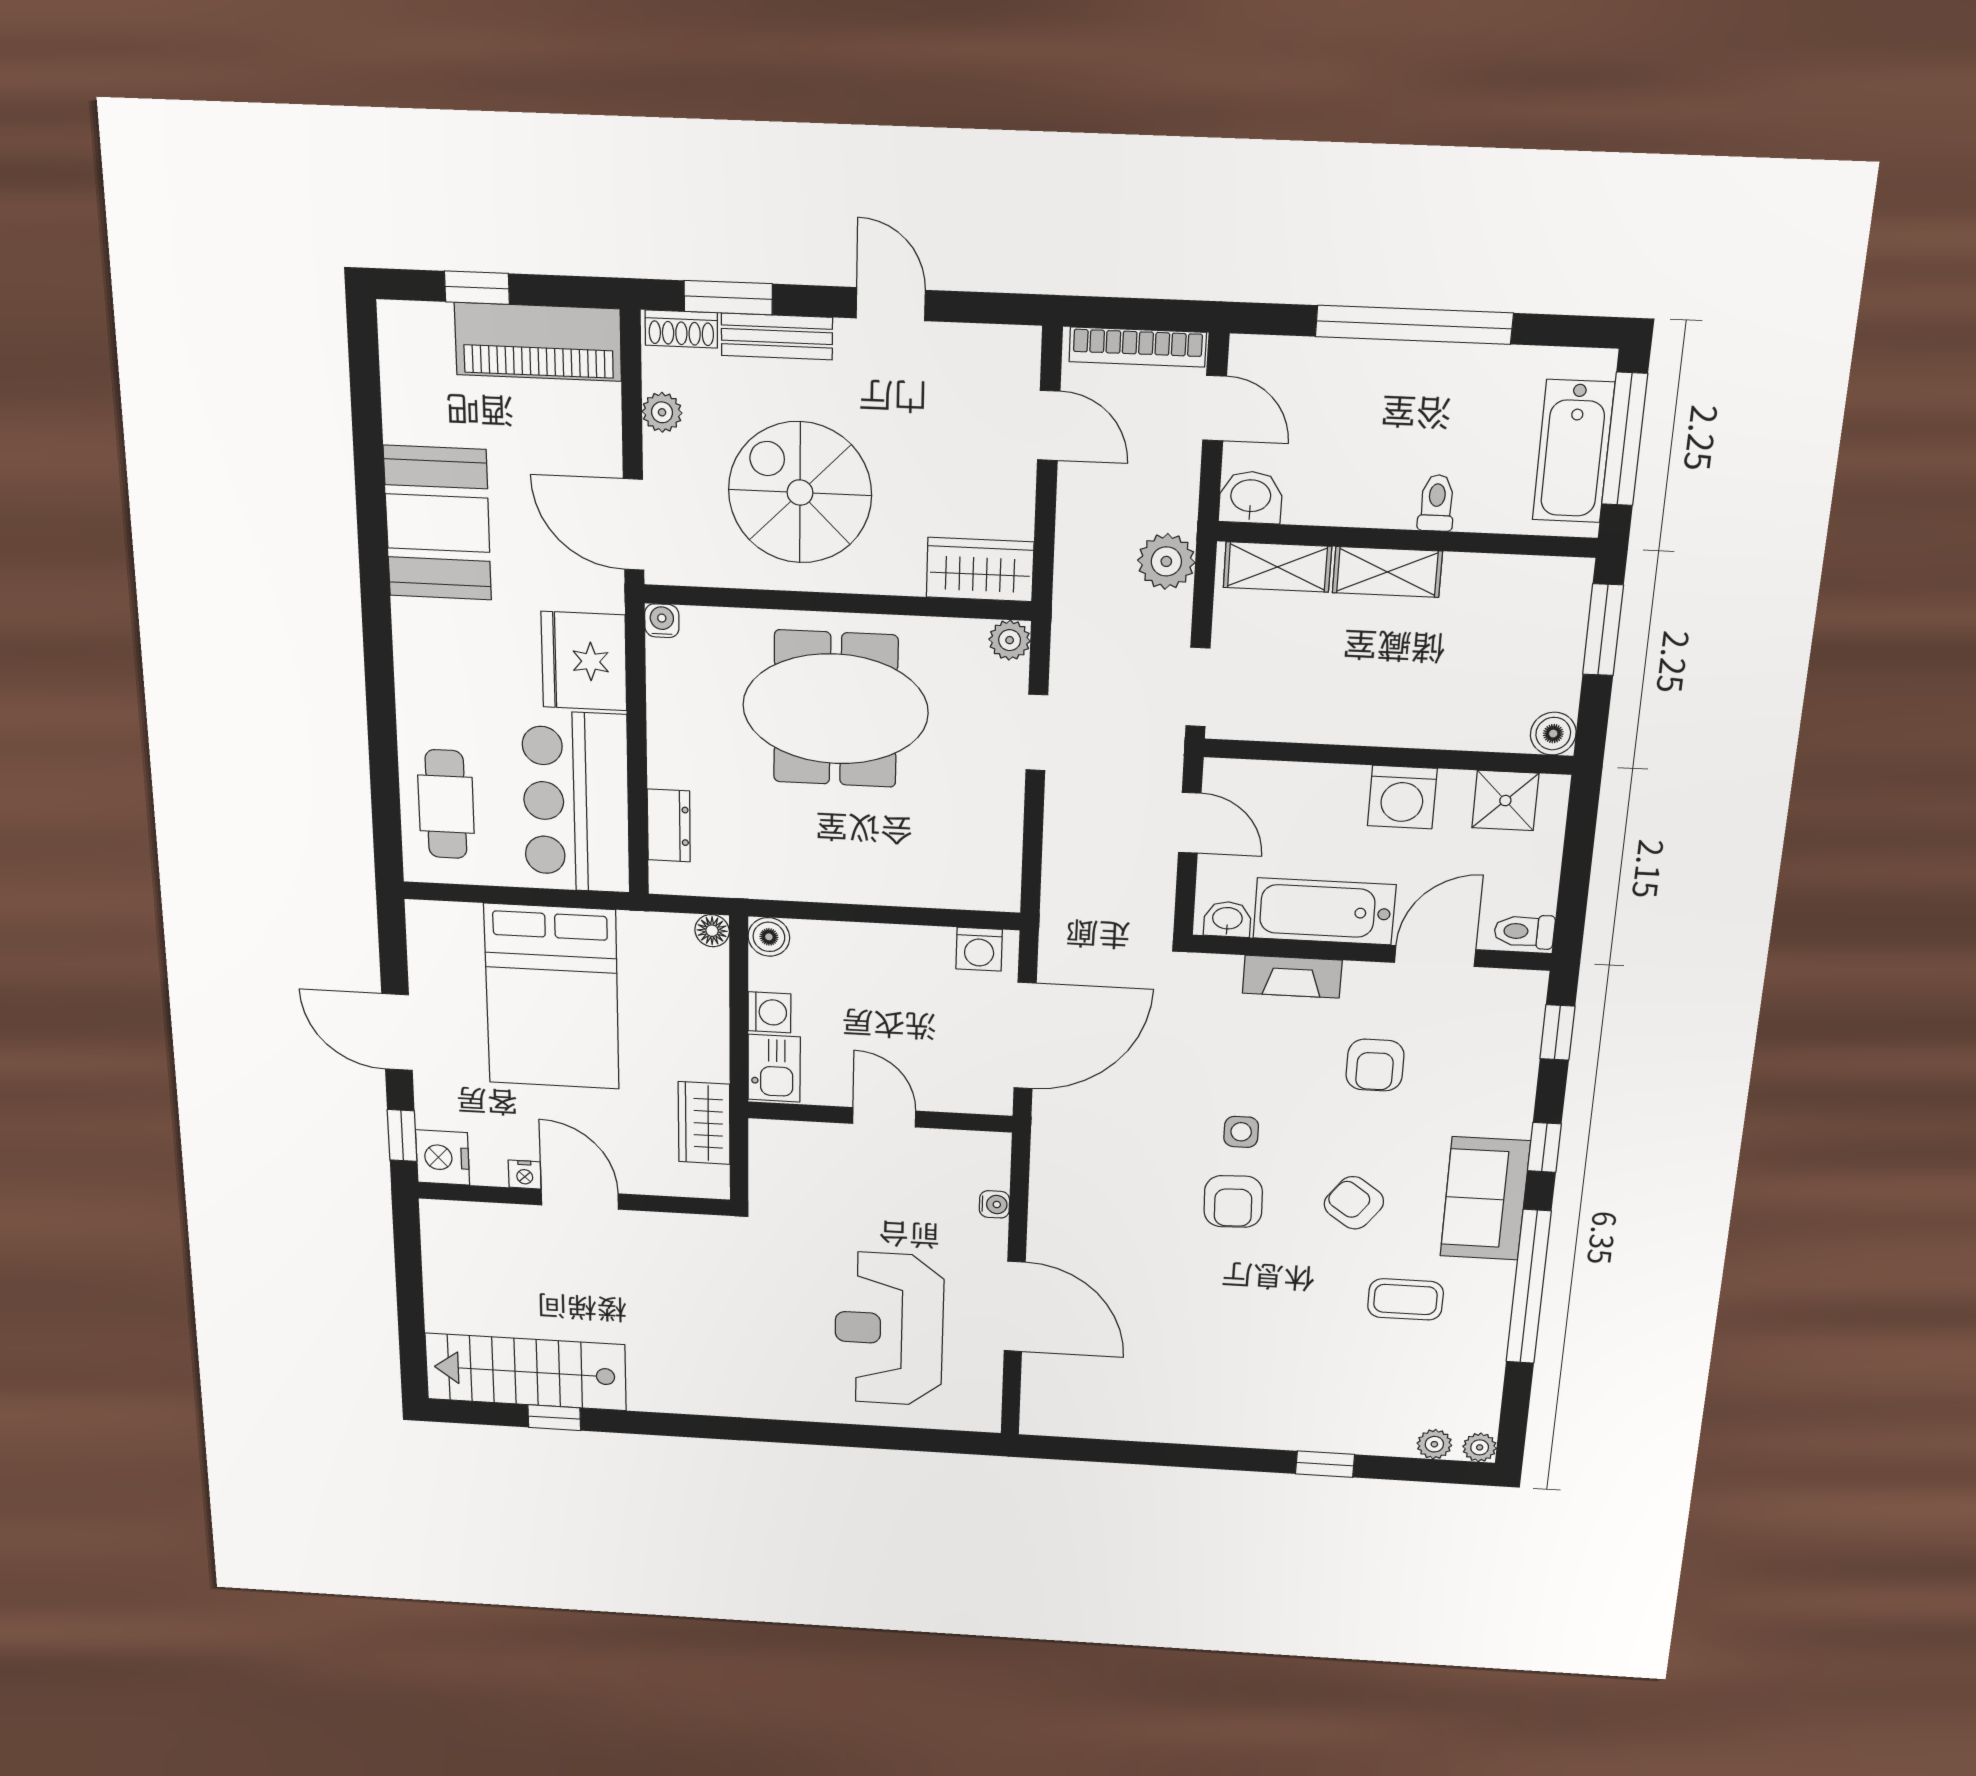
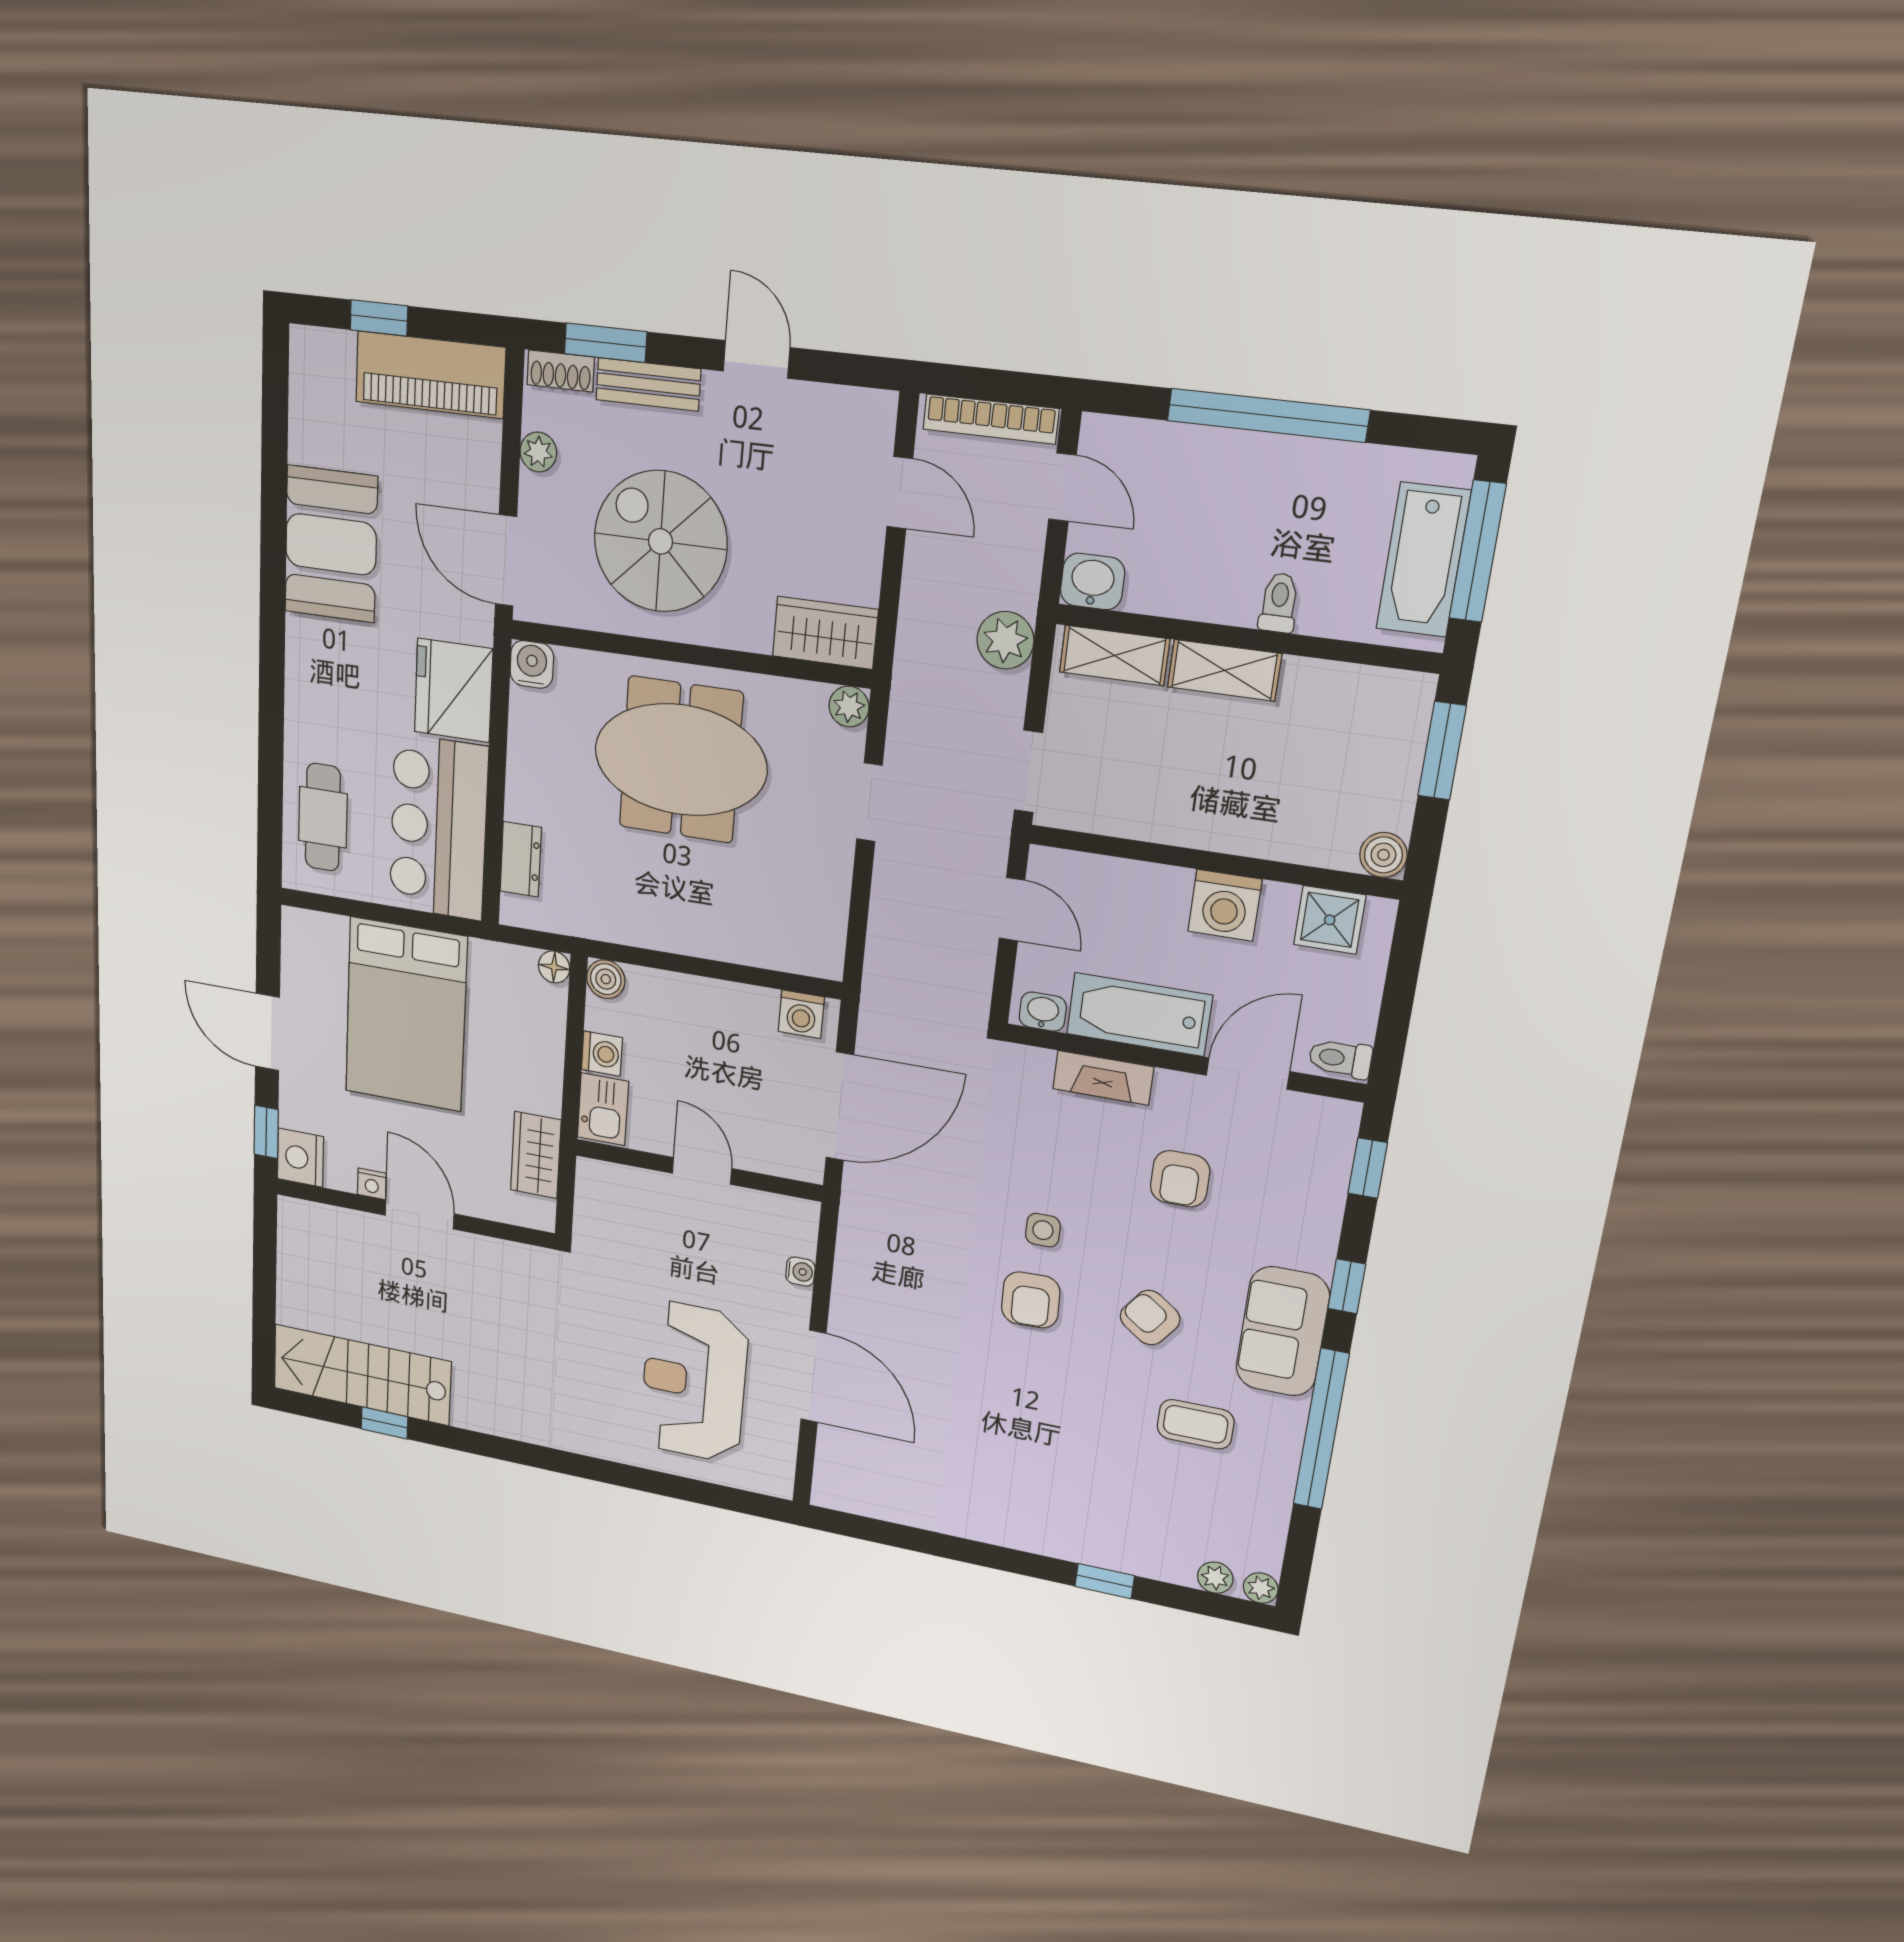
water cooler: (662, 621) -> (532, 664), width x1.38, depth x1.38

